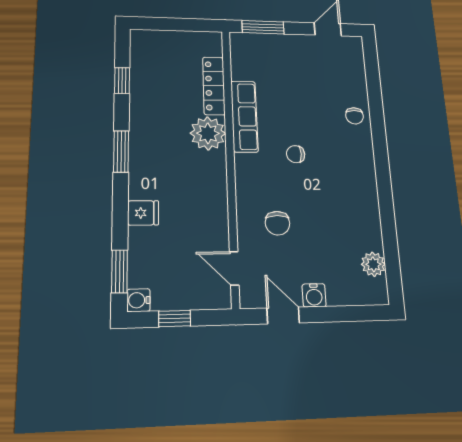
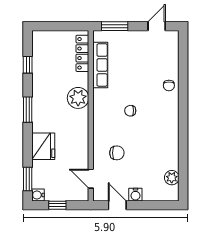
locker: (214, 86) -> (82, 53), moved
row of seats: (244, 116) -> (100, 65), moved
fridge: (143, 213) -> (43, 146), width x1.88, depth x1.34
chair: (277, 223) -> (117, 153), turned -90

